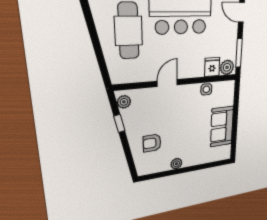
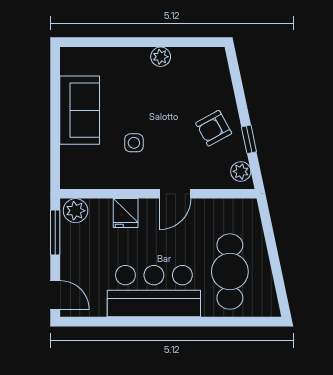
fridge: (212, 67) -> (126, 213), moved
side table: (206, 89) -> (134, 143), moved
armchair: (152, 143) -> (214, 128), moved, turned 151

